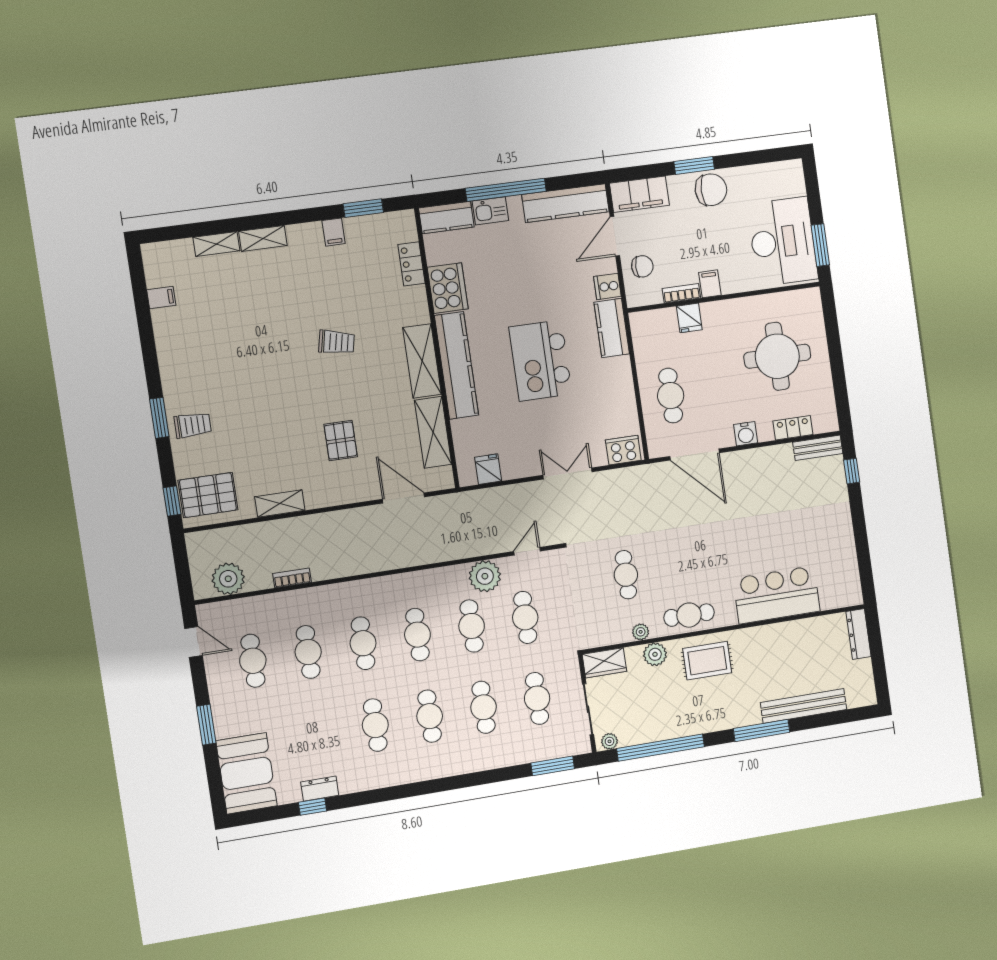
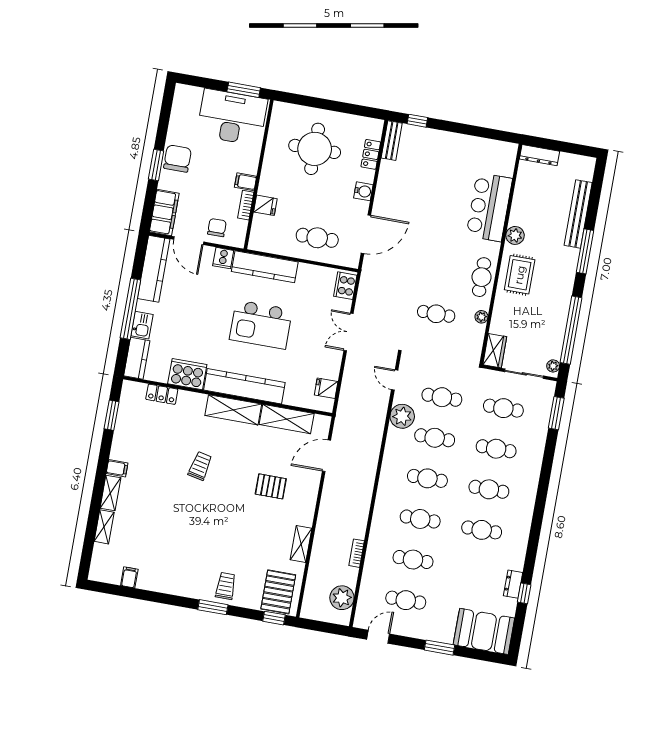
filing cabinet: (334, 232) -> (117, 468), moved
kitchen counter: (612, 328) -> (265, 267), width x1.50
plant: (655, 654) -> (515, 235), moved

